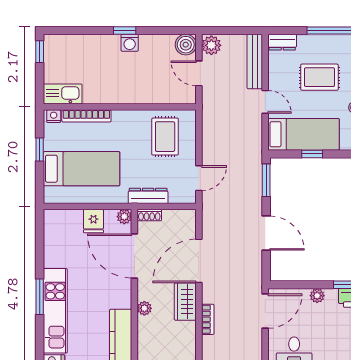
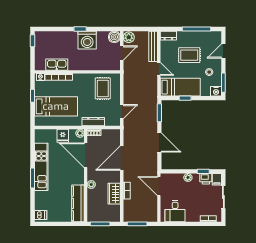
washing machine: (130, 43) -> (87, 40), width x1.89, depth x1.89
door: (199, 73) -> (122, 53), swing flipped
kitchen sink: (63, 94) -> (57, 65), moved
wardrobe: (185, 302) -> (114, 194), moved
kitchen unit: (55, 311) -> (41, 167), moved
door: (265, 311) -> (159, 186), swing flipped

